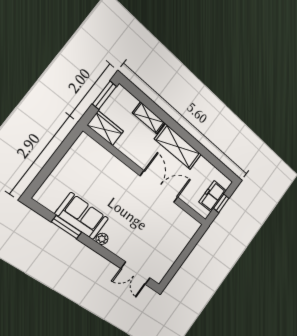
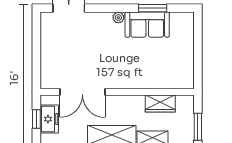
wardrobe: (105, 128) -> (160, 104), moved
double door: (159, 187) -> (82, 92), moved

